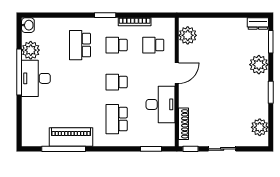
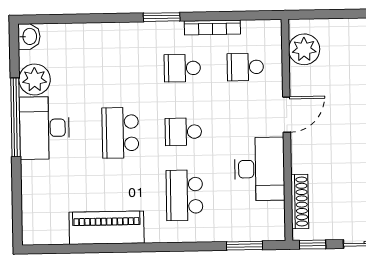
school desk: (80, 45) -> (120, 133), moved
window: (64, 149) -> (94, 248), removed

